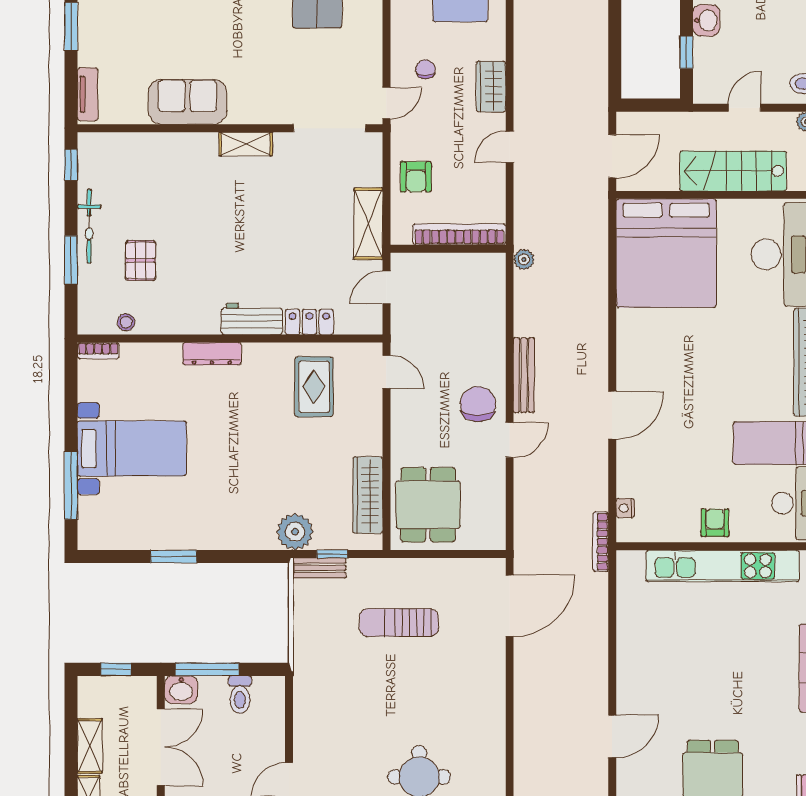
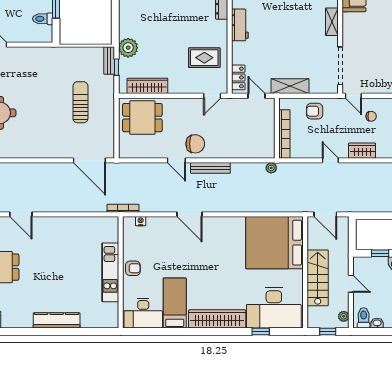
locker: (309, 322) -> (238, 77), moved
kitchen unit: (723, 566) -> (110, 272), width x0.73

